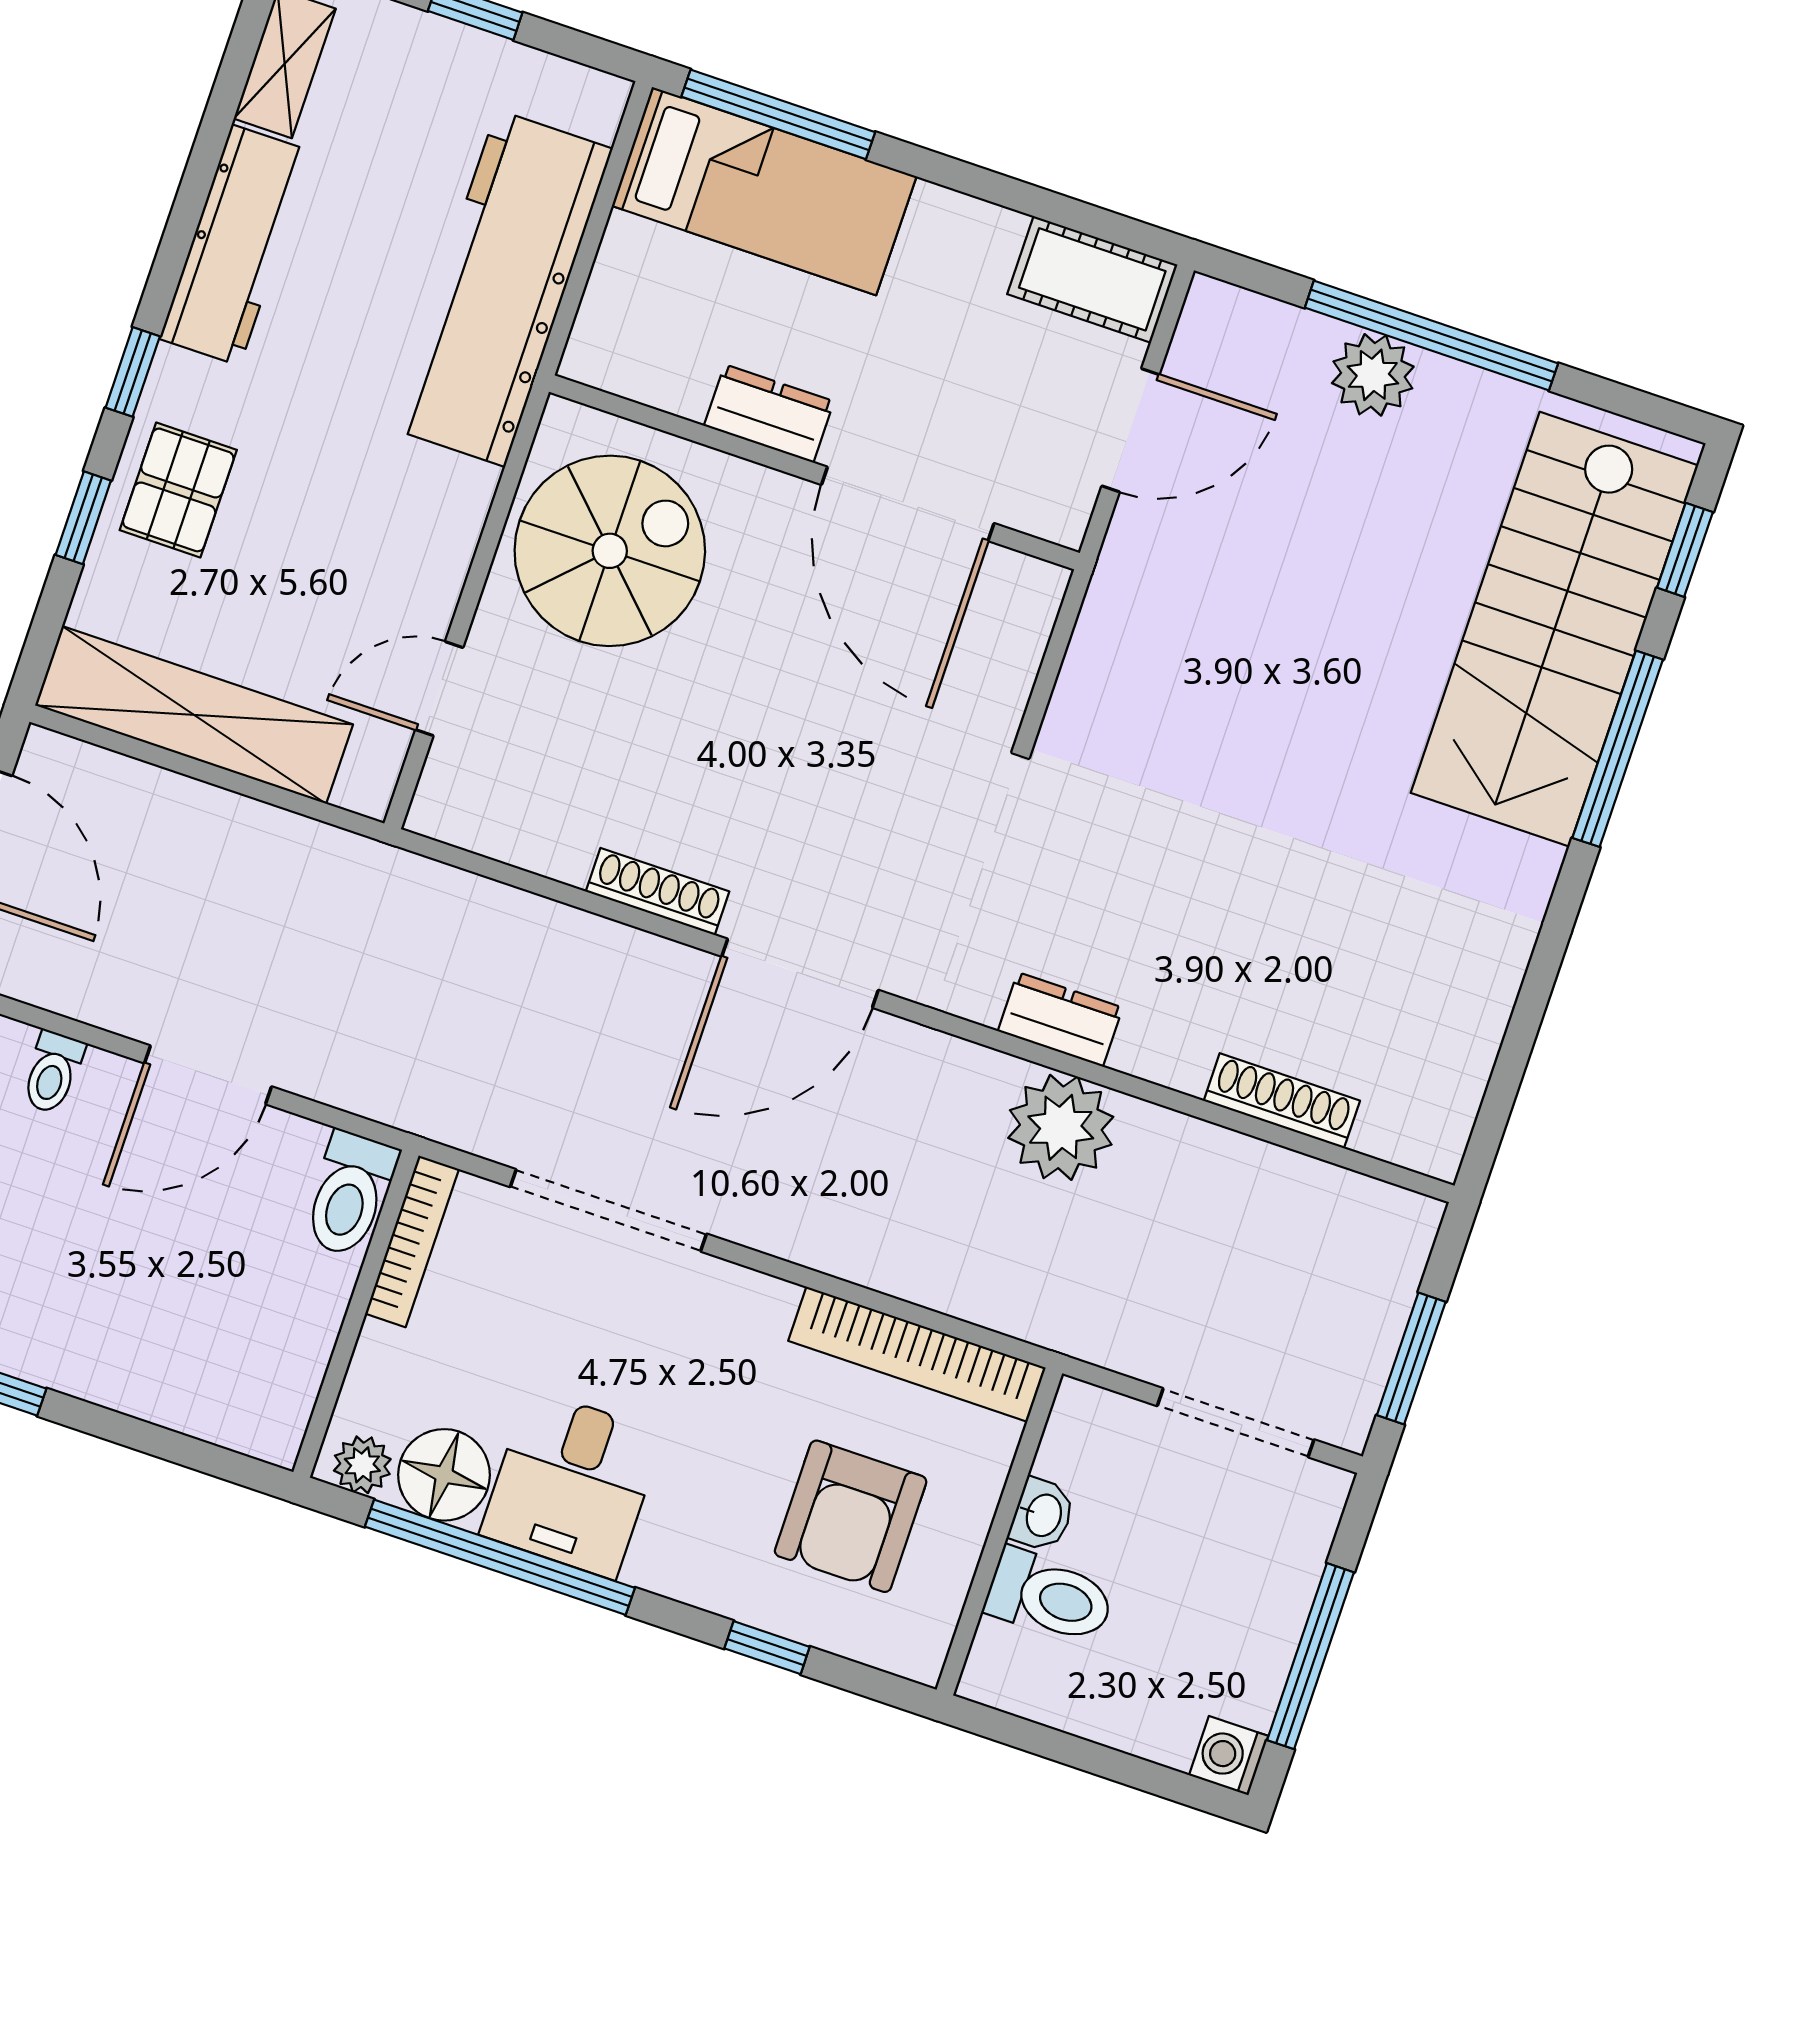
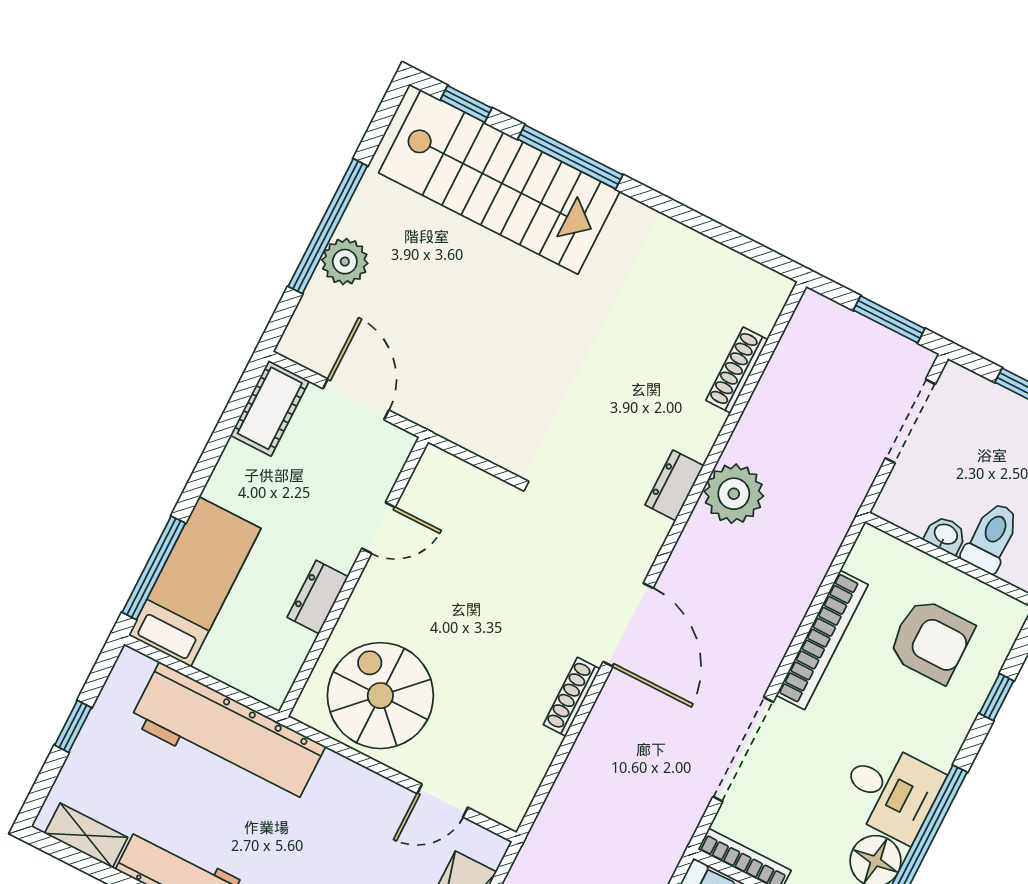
door: (908, 504) -> (379, 528), width x0.53
door: (439, 689) -> (442, 800), hinge flipped
bookcase: (917, 1354) -> (822, 640), moved

